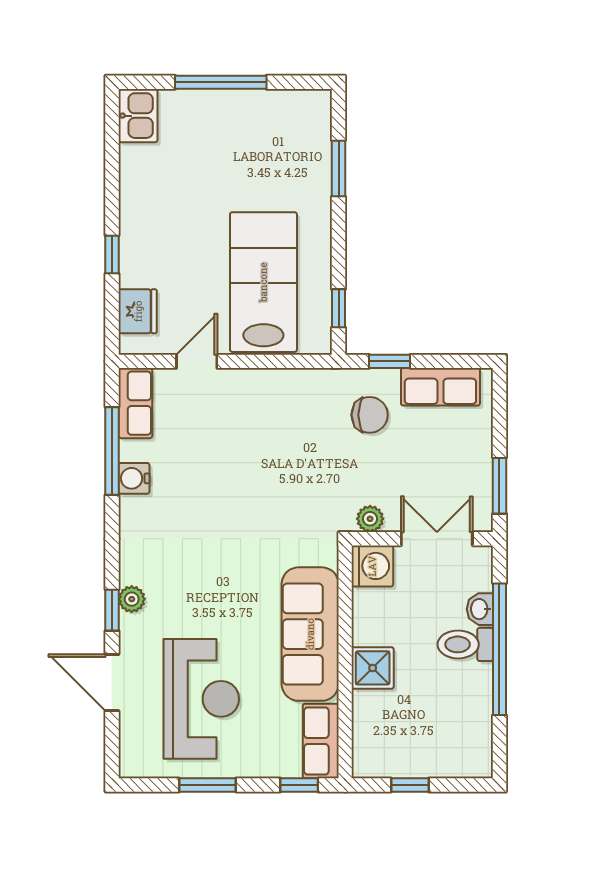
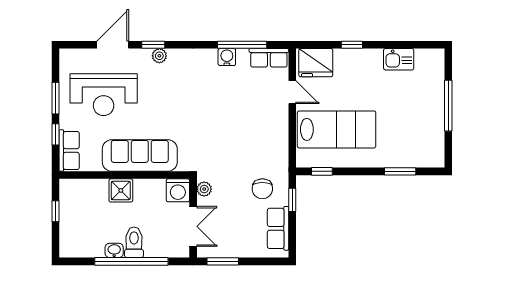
kitchen sink: (138, 116) -> (399, 59), moved
fridge: (138, 311) -> (316, 63), width x1.36, depth x1.34
washbasin: (480, 609) -> (114, 250), moved
row of seats: (321, 741) -> (69, 150), moved, turned 90
window: (299, 785) -> (55, 134), moved

